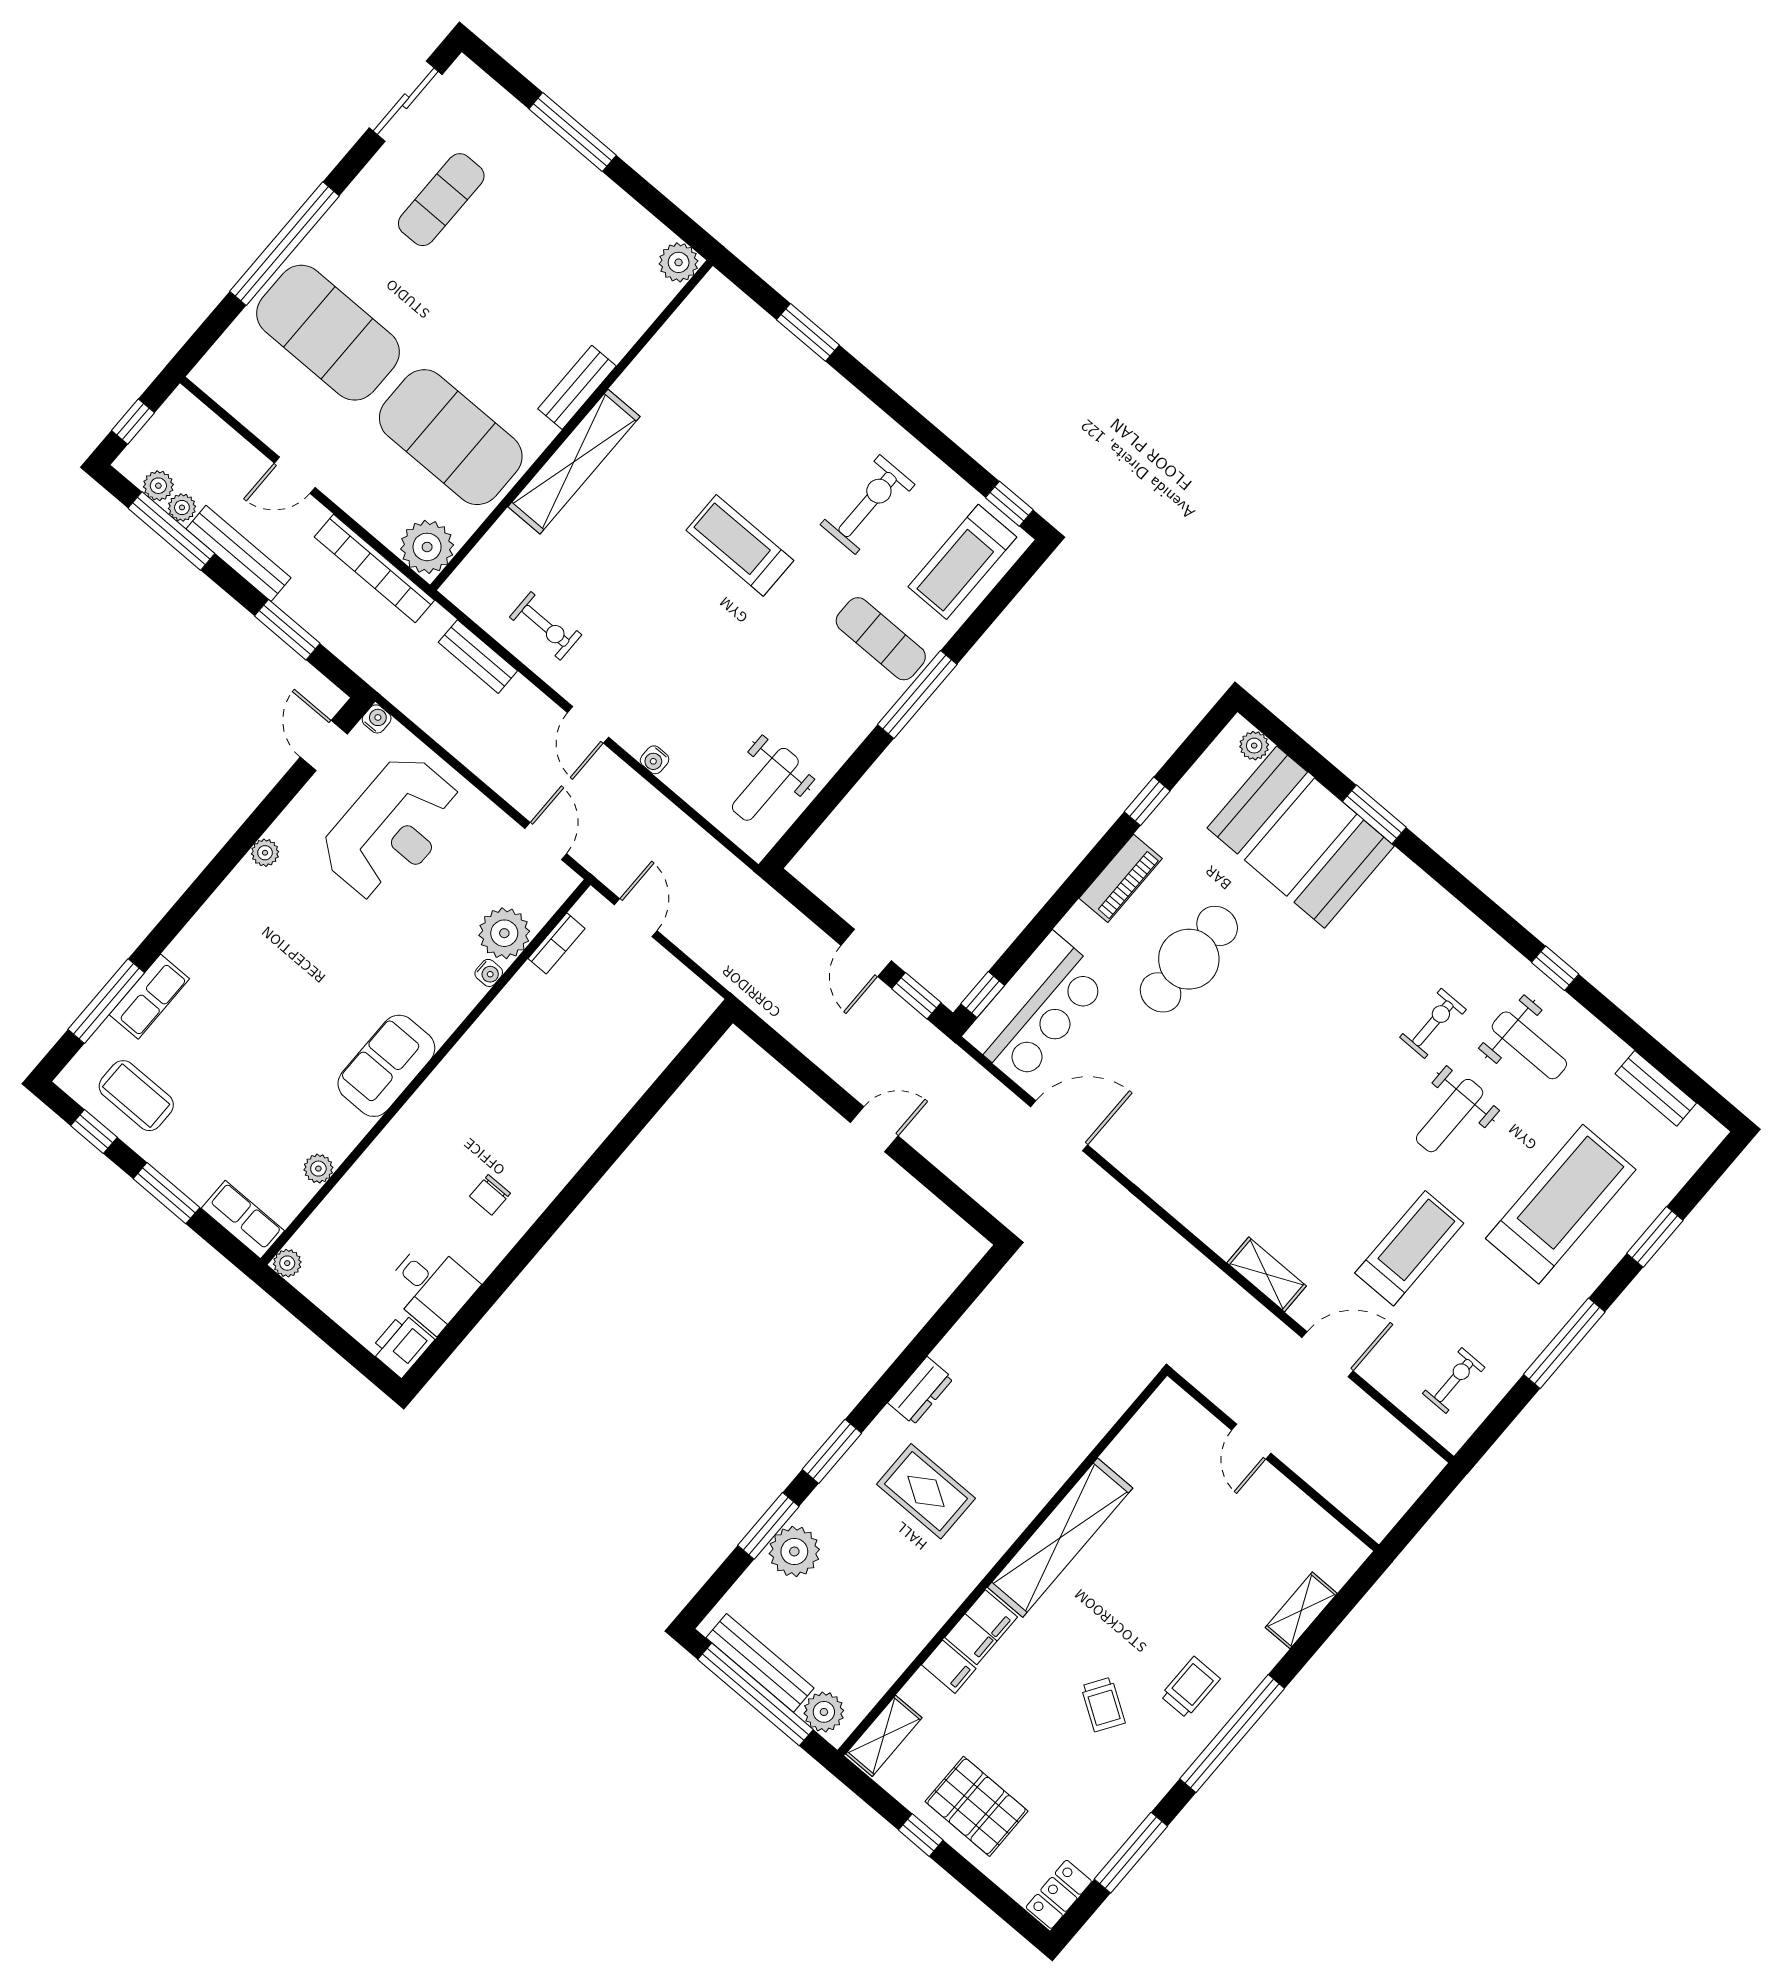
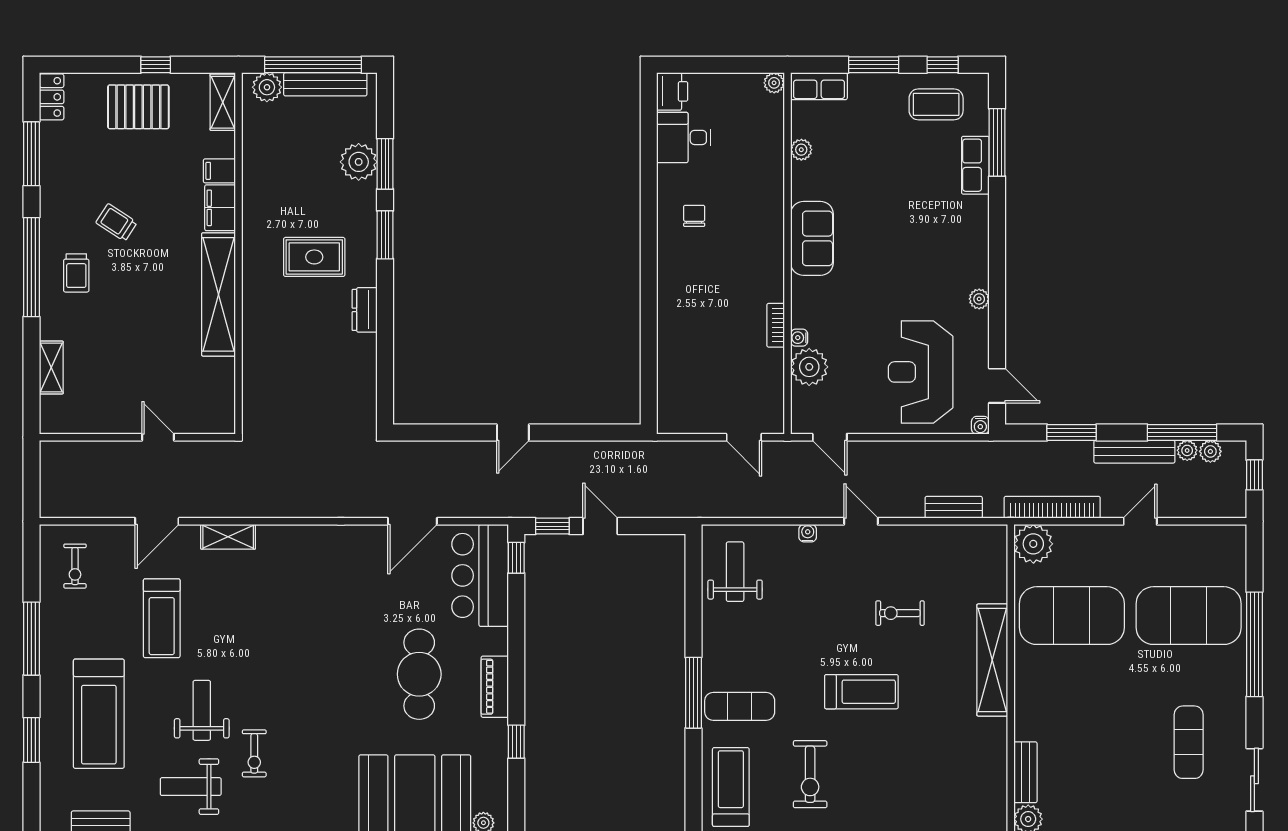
bench: (577, 387) -> (1025, 772), moved
exercise bike: (546, 626) -> (900, 613), moved
bookcase: (557, 943) -> (776, 325), moved

